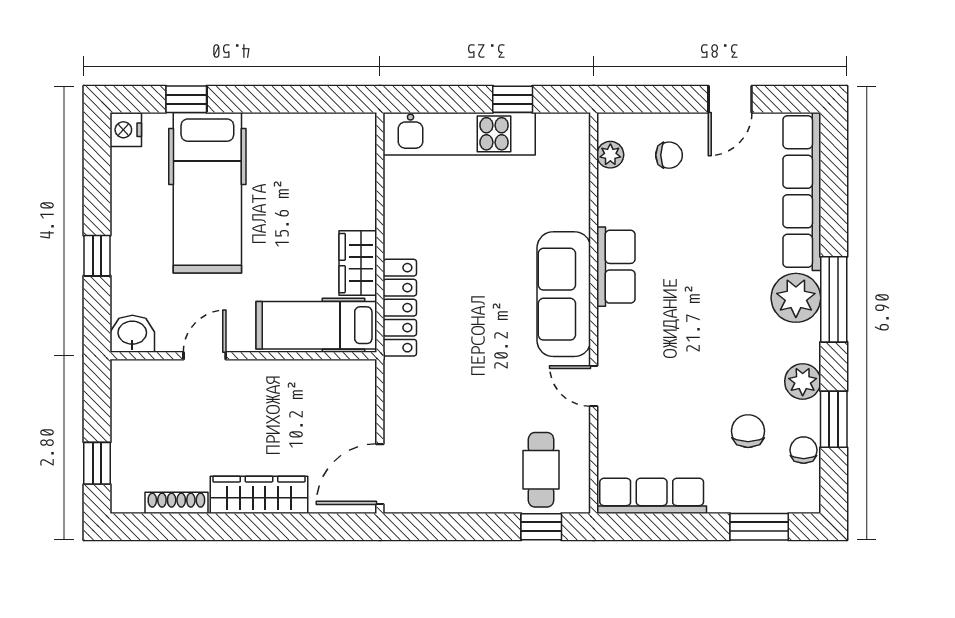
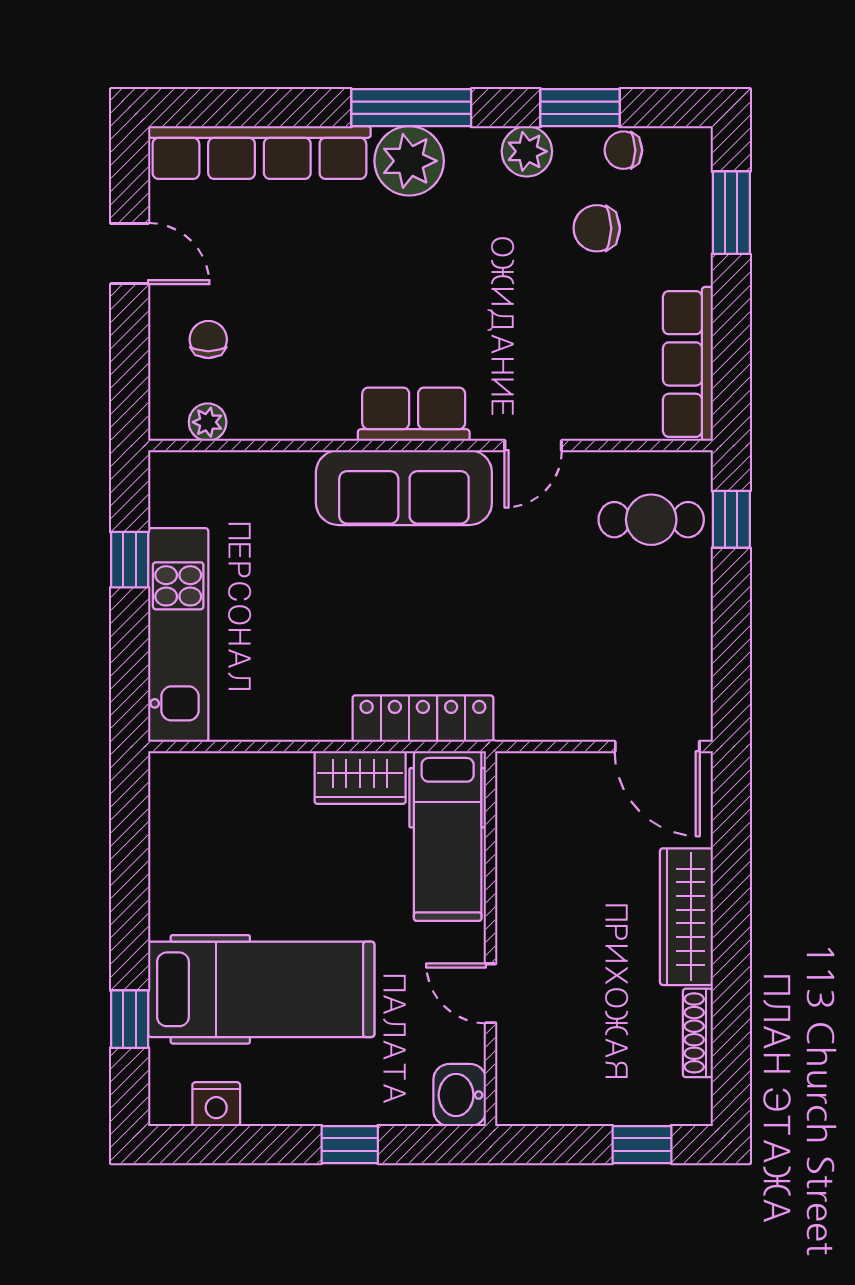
nightstand: (126, 130) -> (216, 1104), moved
row of seats: (616, 267) -> (414, 414), moved

